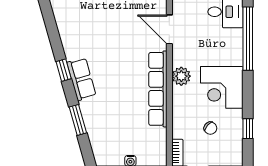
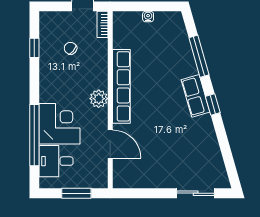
corner desk: (222, 87) -> (59, 124), moved
window: (78, 120) -> (199, 56), width x1.44

